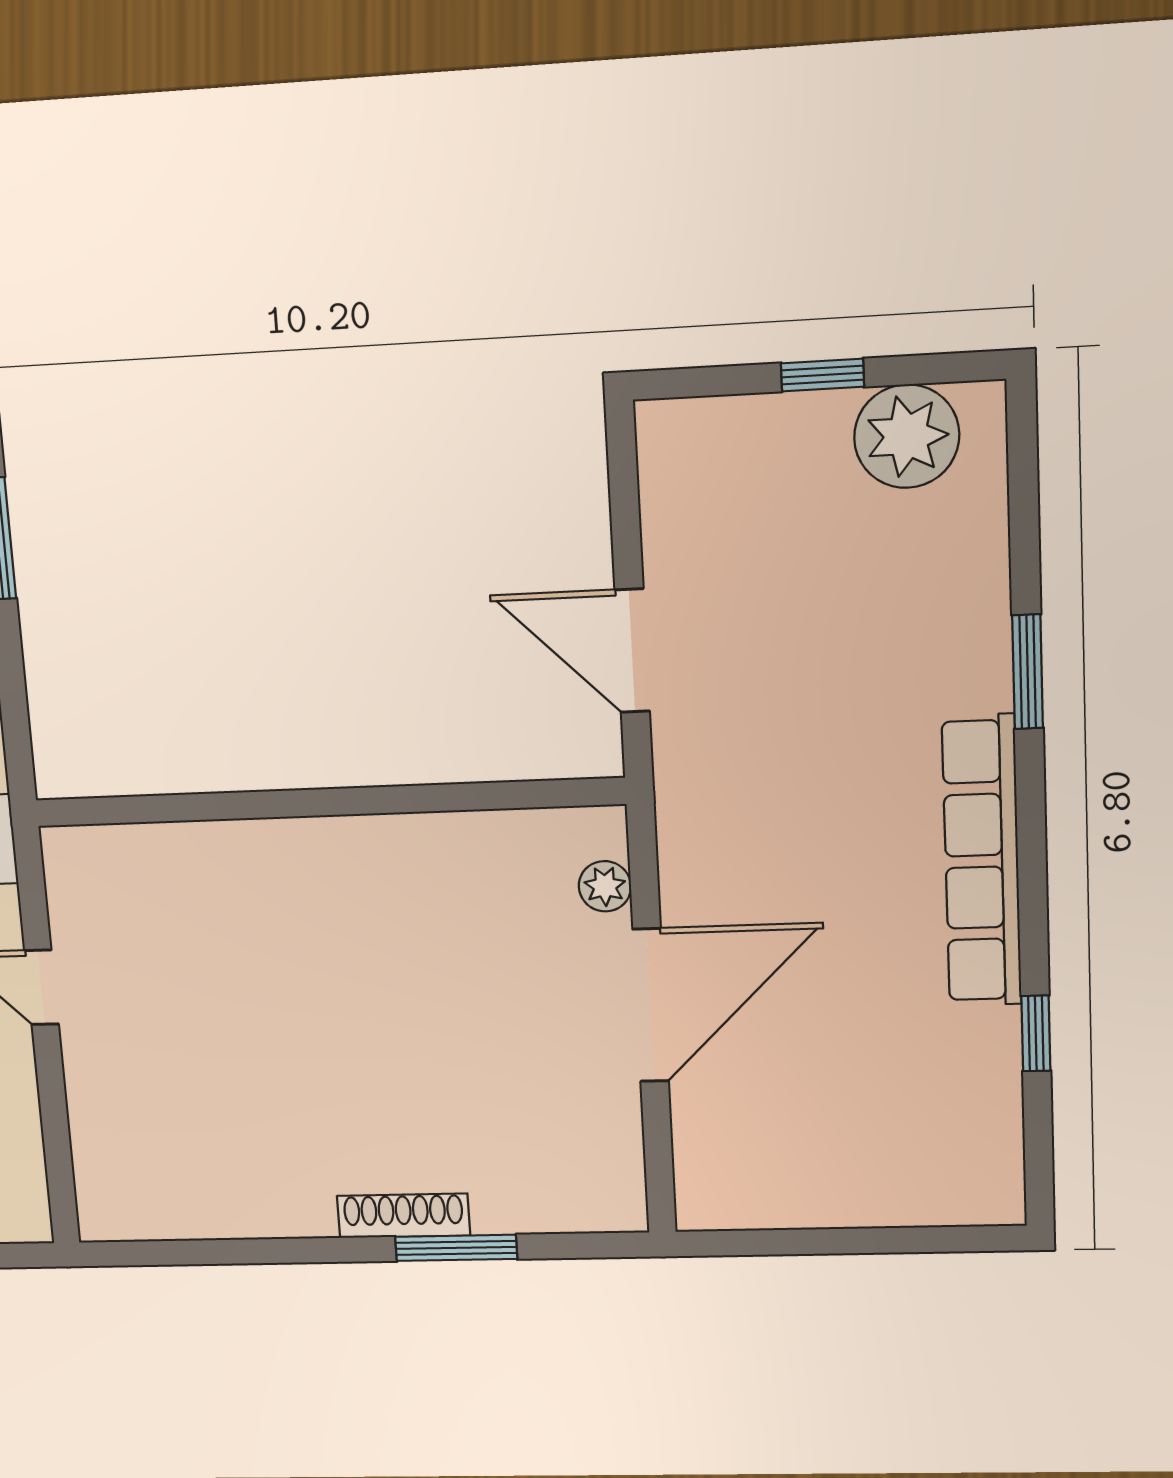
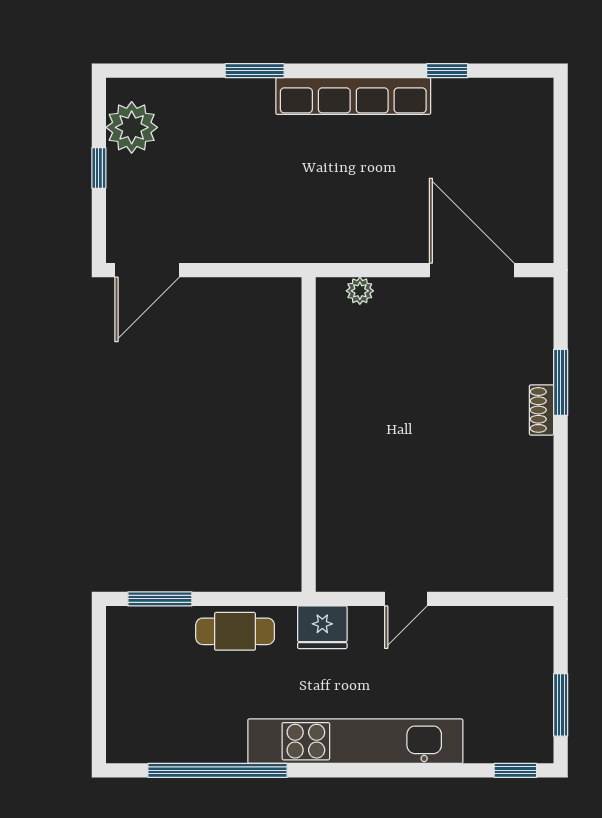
door: (632, 651) -> (147, 270), moved
door: (651, 1005) -> (472, 270), moved
shoe rack: (404, 1216) -> (541, 410), width x0.70

